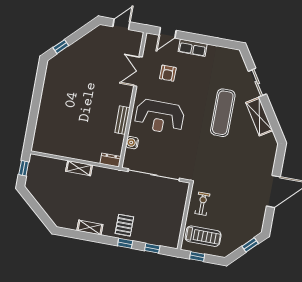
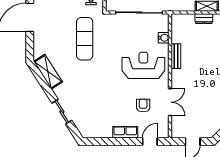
exercise mat: (223, 113) -> (85, 39), moved
shelving: (259, 117) -> (48, 72), moved
dresser: (110, 160) -> (204, 19), moved

